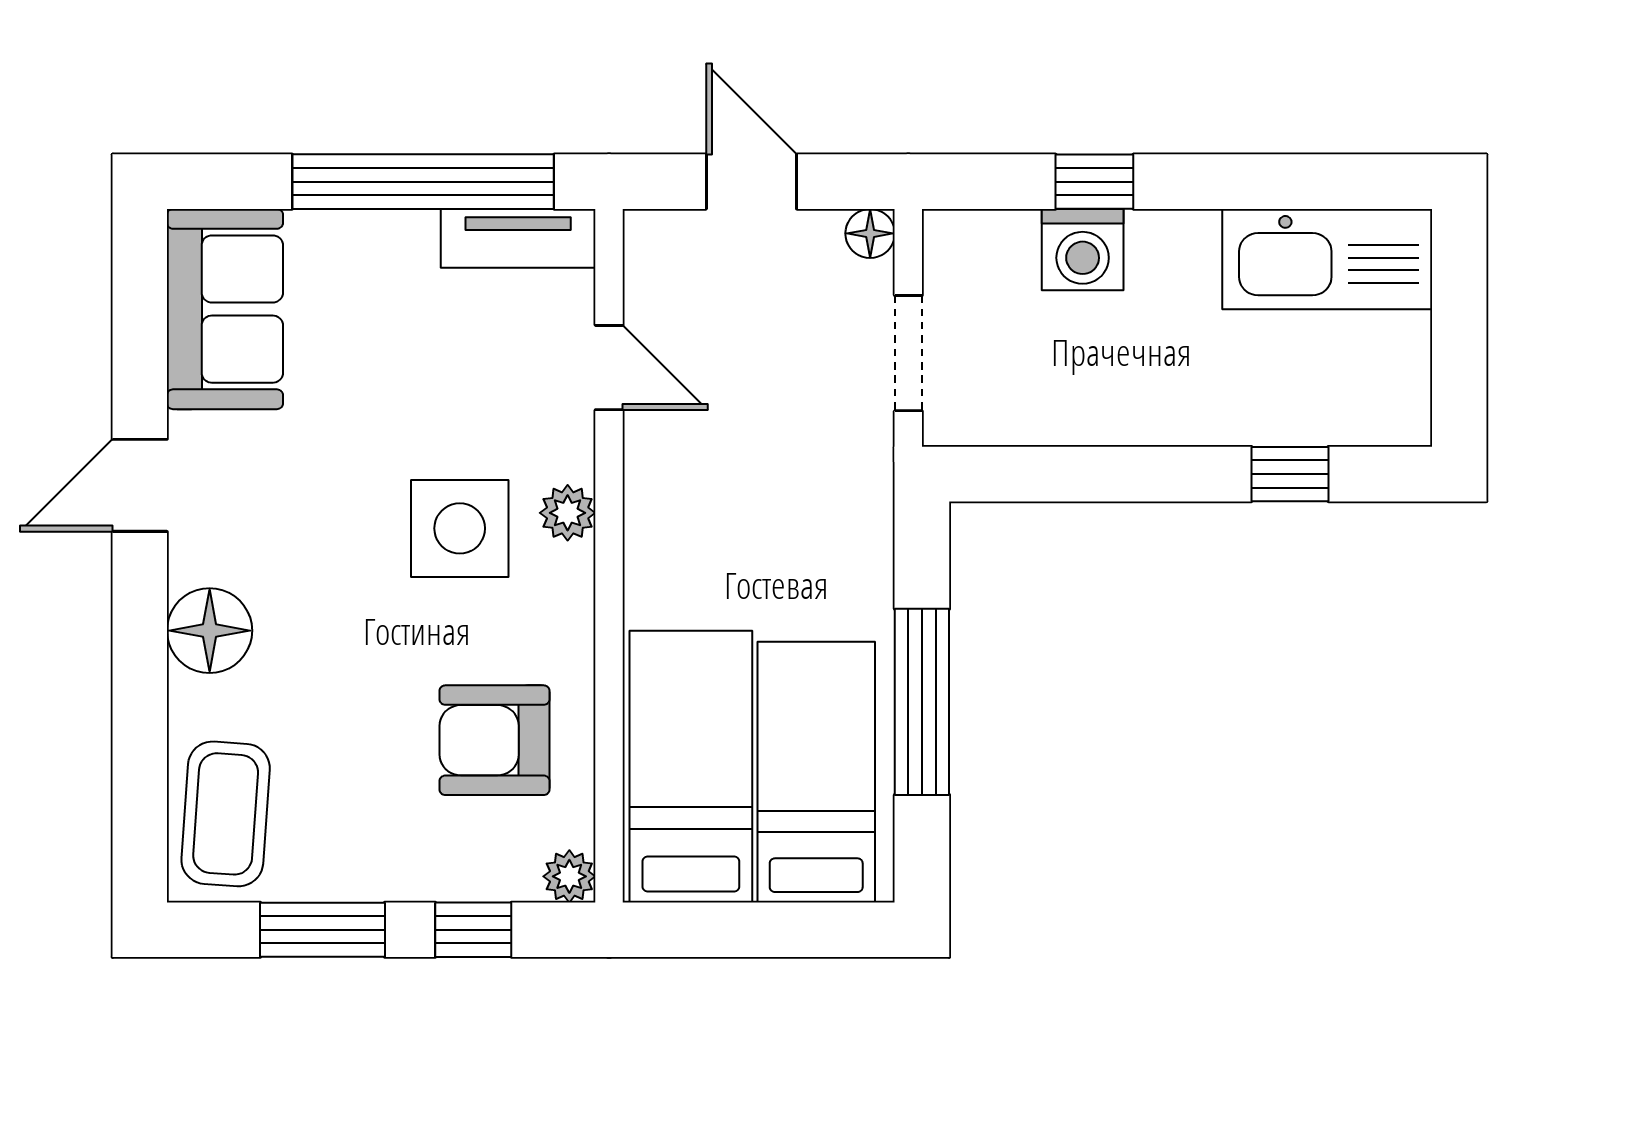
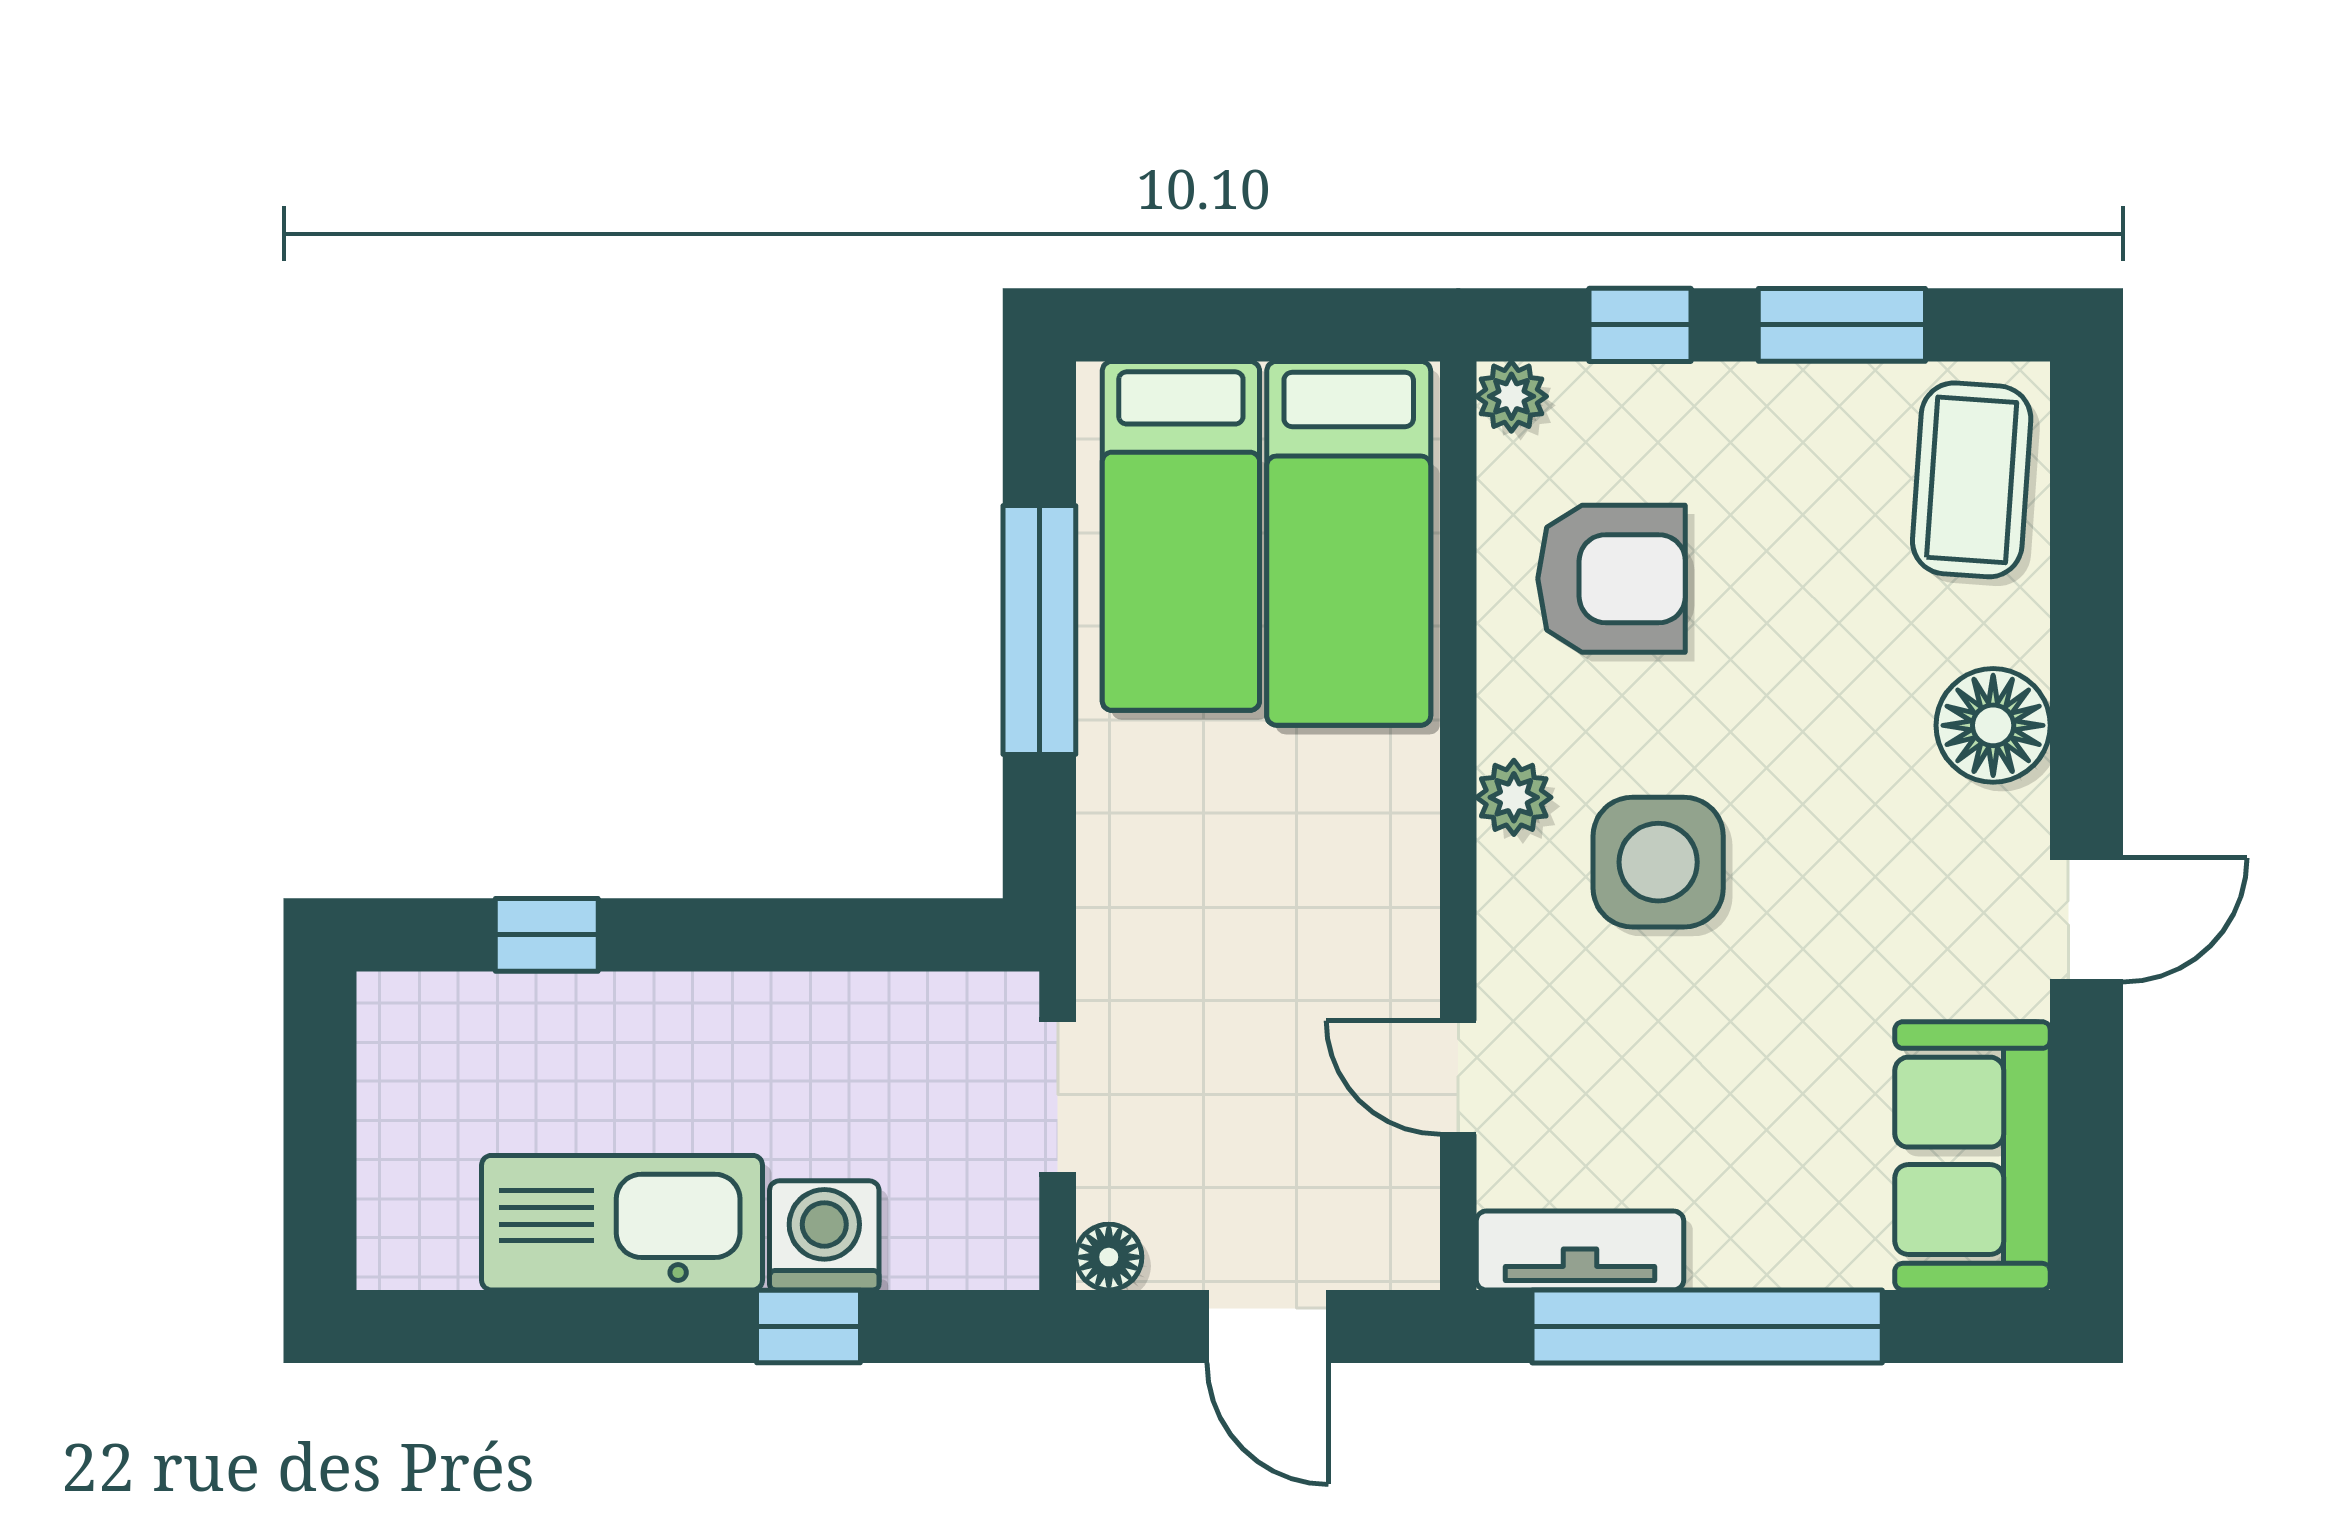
kitchen sink: (1327, 259) -> (622, 1223), moved
plant: (568, 513) -> (1514, 797), moved

